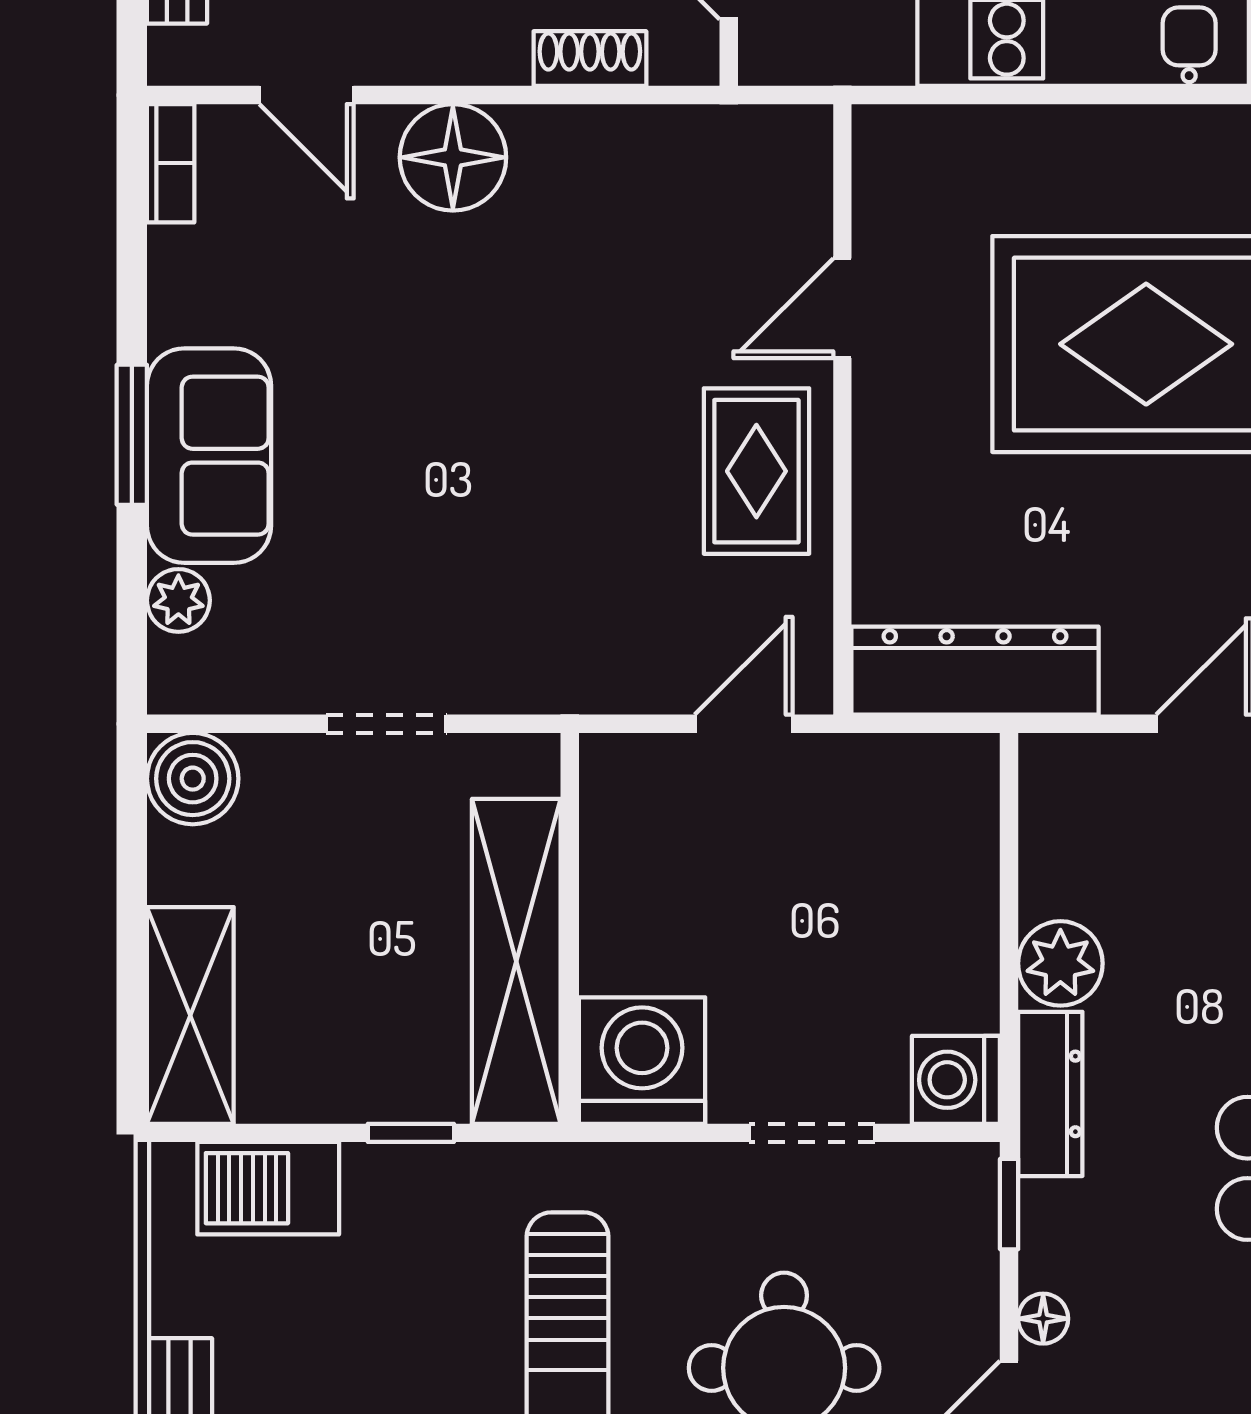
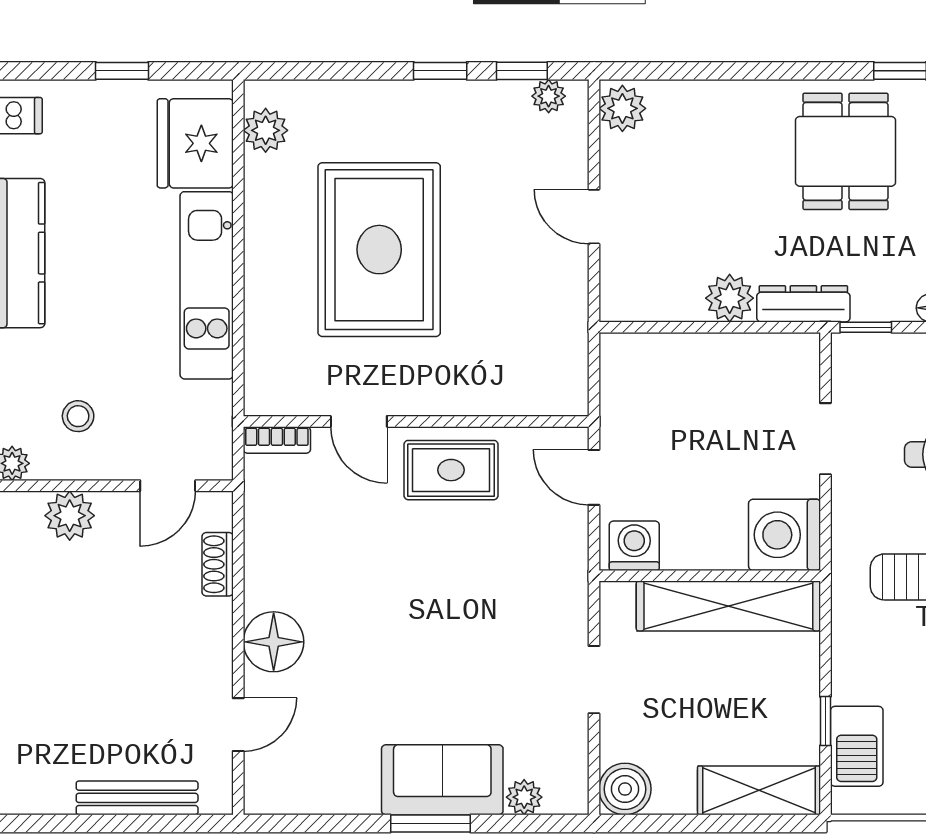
bookcase: (171, 163) -> (277, 440), moved, turned 180
dresser: (975, 671) -> (564, 346), removed
washing machine: (956, 1080) -> (634, 546), moved, turned 180
window: (411, 1133) -> (825, 721), moved

